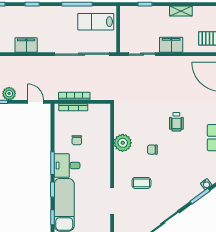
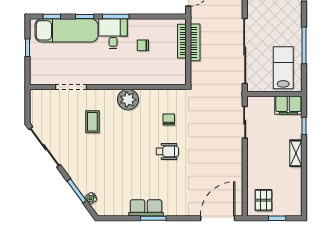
shelving: (181, 11) -> (296, 153), moved
filing cabinet: (171, 45) -> (288, 105), moved, turned 90
wheelchair: (176, 122) -> (167, 151), moved, turned 180
plant: (123, 143) -> (128, 100), moved
chair: (152, 150) -> (169, 120), moved

